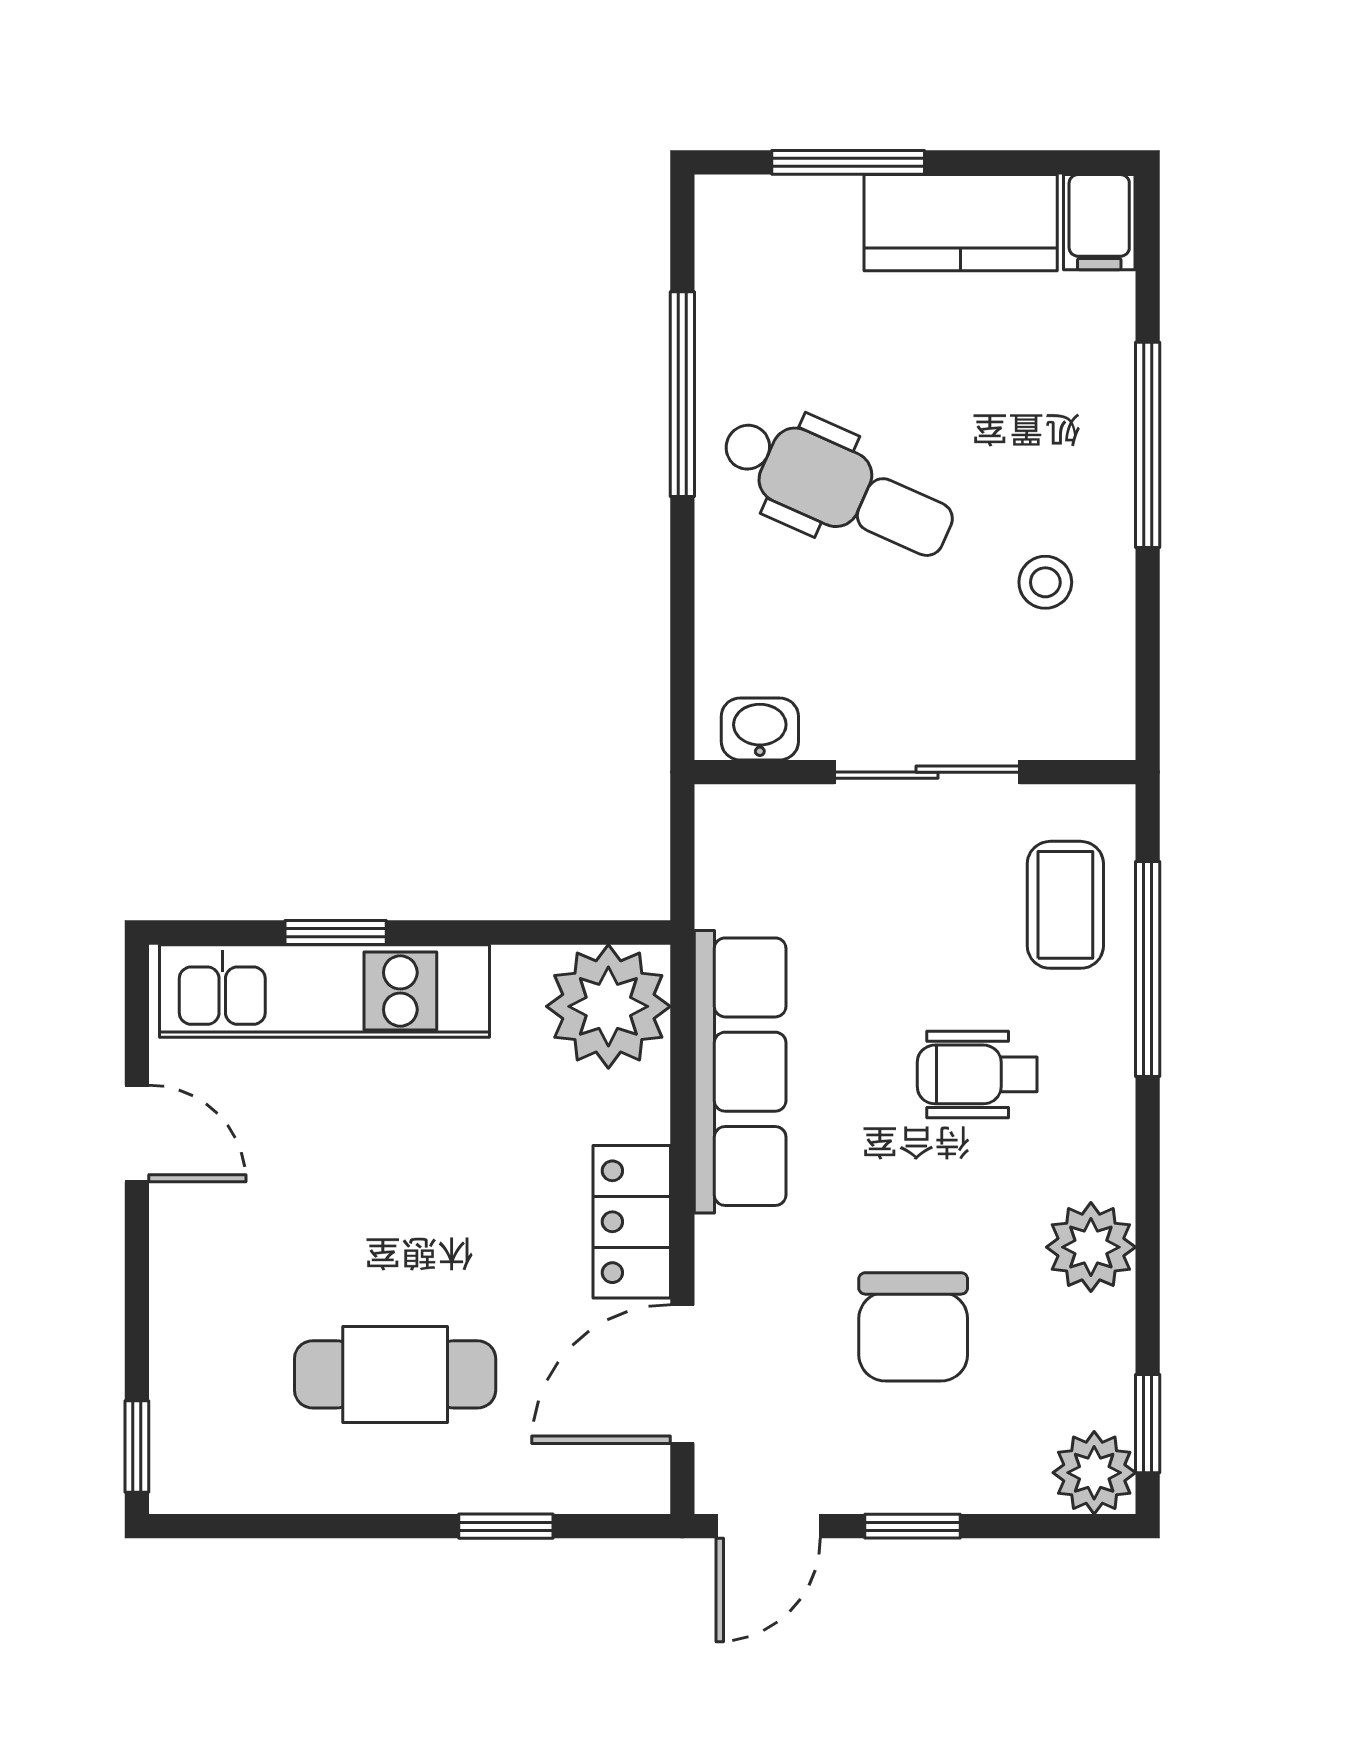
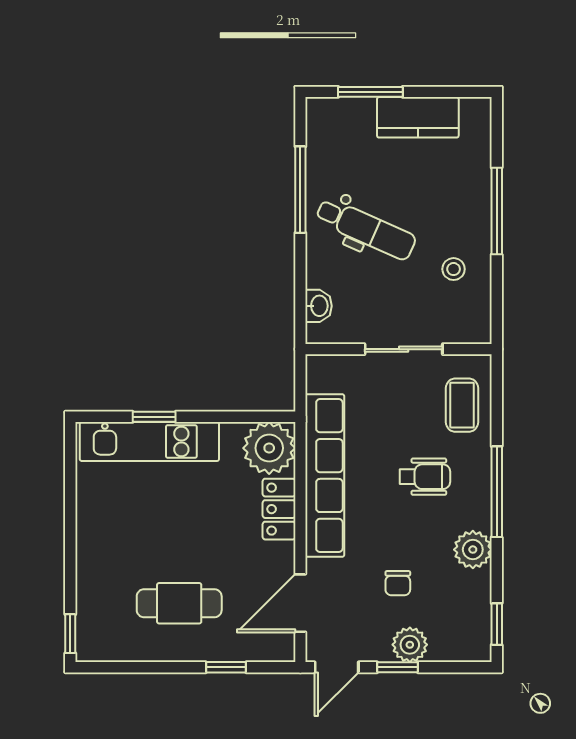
filing cabinet: (1099, 222) -> (476, 117), removed
washbasin: (760, 729) -> (319, 306), moved, turned 90
window: (1148, 969) -> (497, 492), moved
row of seats: (740, 1072) -> (325, 476), width x1.36
wheelchair: (977, 1074) -> (425, 477), turned 180
door: (137, 1134) -> (70, 502), removed
locker: (632, 1222) -> (279, 509), moved
chair: (913, 1327) -> (398, 583), width x0.54, depth x0.54
plant: (1094, 1473) -> (410, 645), moved

